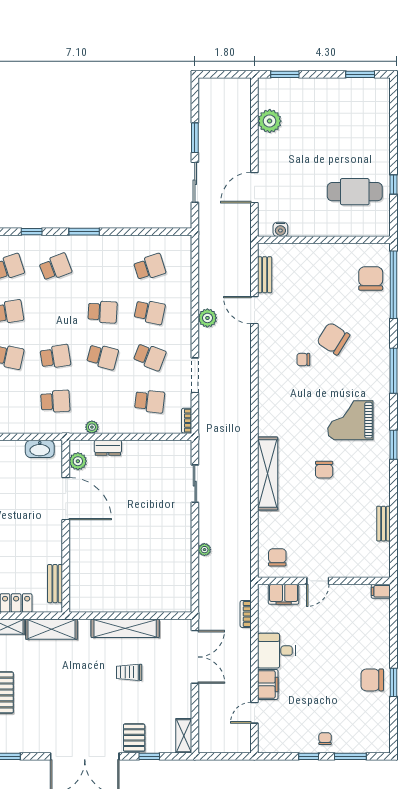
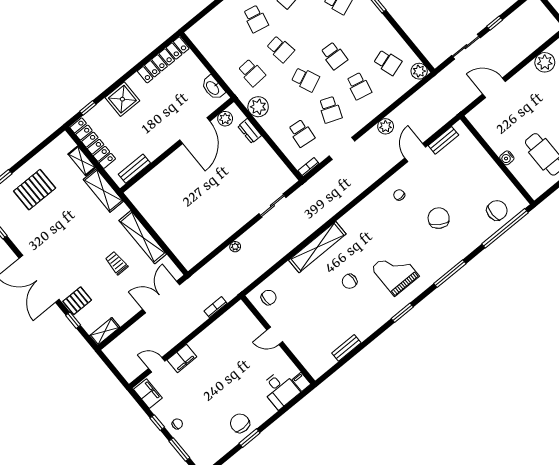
window: (195, 138) -> (495, 23), width x0.67
water cooler: (280, 229) -> (507, 158), moved
plant: (182, 245) -> (419, 71), added
school desk: (103, 357) -> (305, 79), turned -39
chair: (303, 360) -> (399, 195), moved
plant: (92, 427) -> (258, 107), width x1.87, depth x1.87
filing cabinet: (284, 594) -> (148, 394), moved, turned 180
desk: (276, 651) -> (280, 389), moved, turned 180
double door: (195, 657) -> (161, 297), swing flipped

